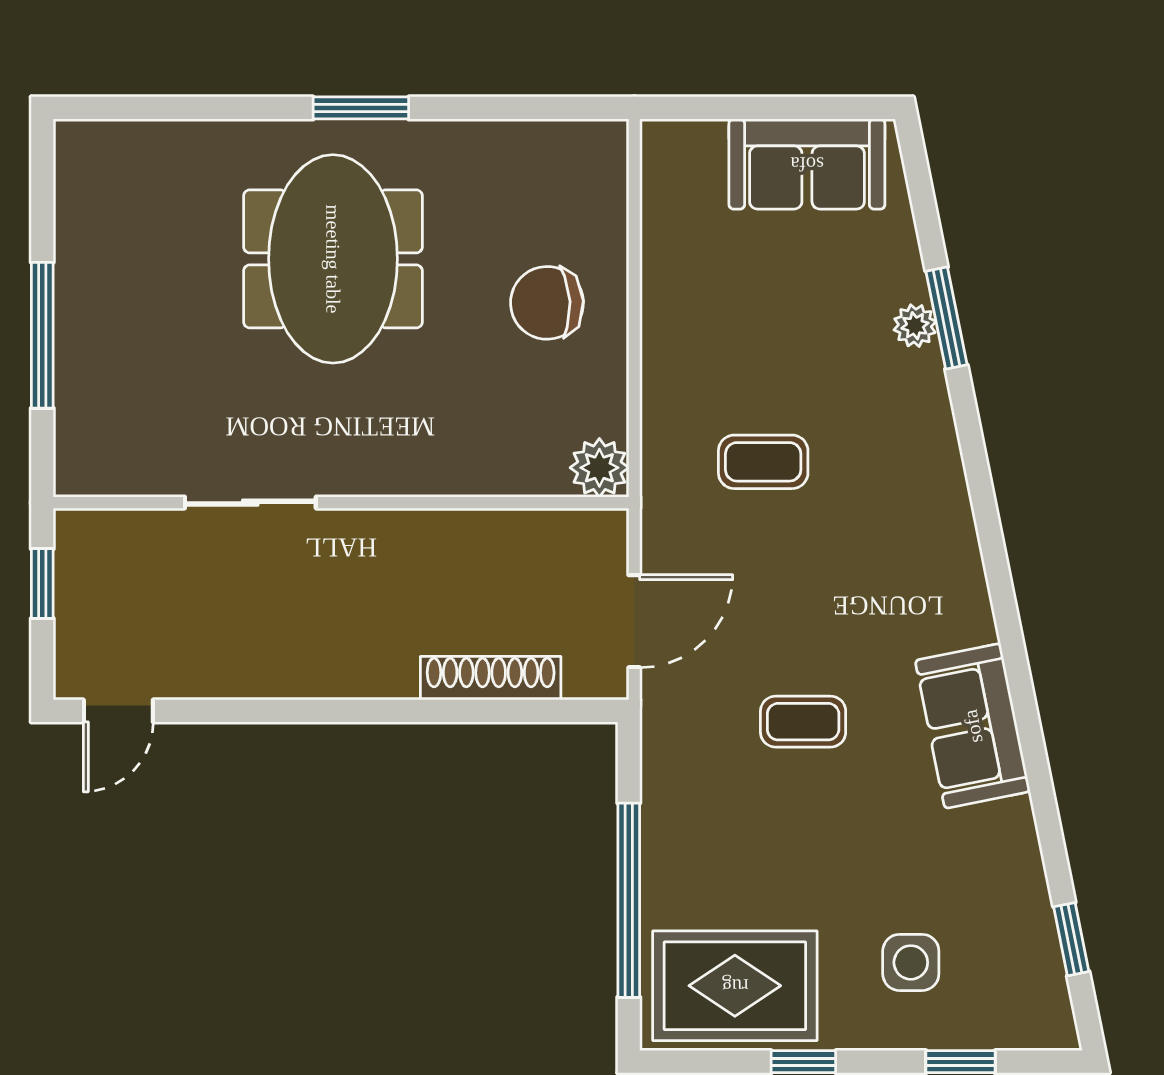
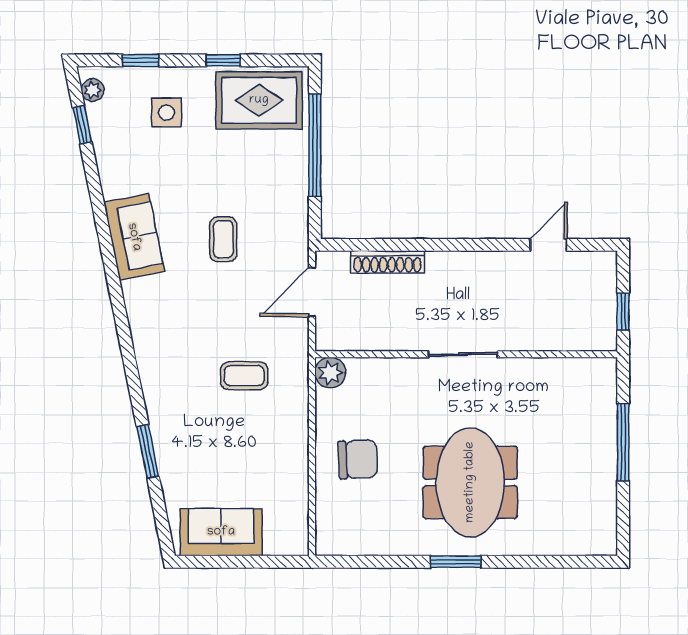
plant: (915, 326) -> (93, 90), moved
sliding door: (250, 503) -> (463, 354), moved
door: (118, 711) -> (548, 245), moved
coffee table: (803, 722) -> (223, 239), turned 90

